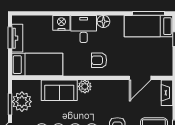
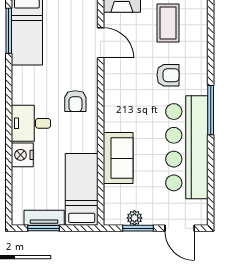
floor lamp: (103, 21) -> (20, 95), removed
plant: (85, 86) -> (113, 122), removed
plant: (22, 102) -> (134, 218), width x0.53, depth x0.53

